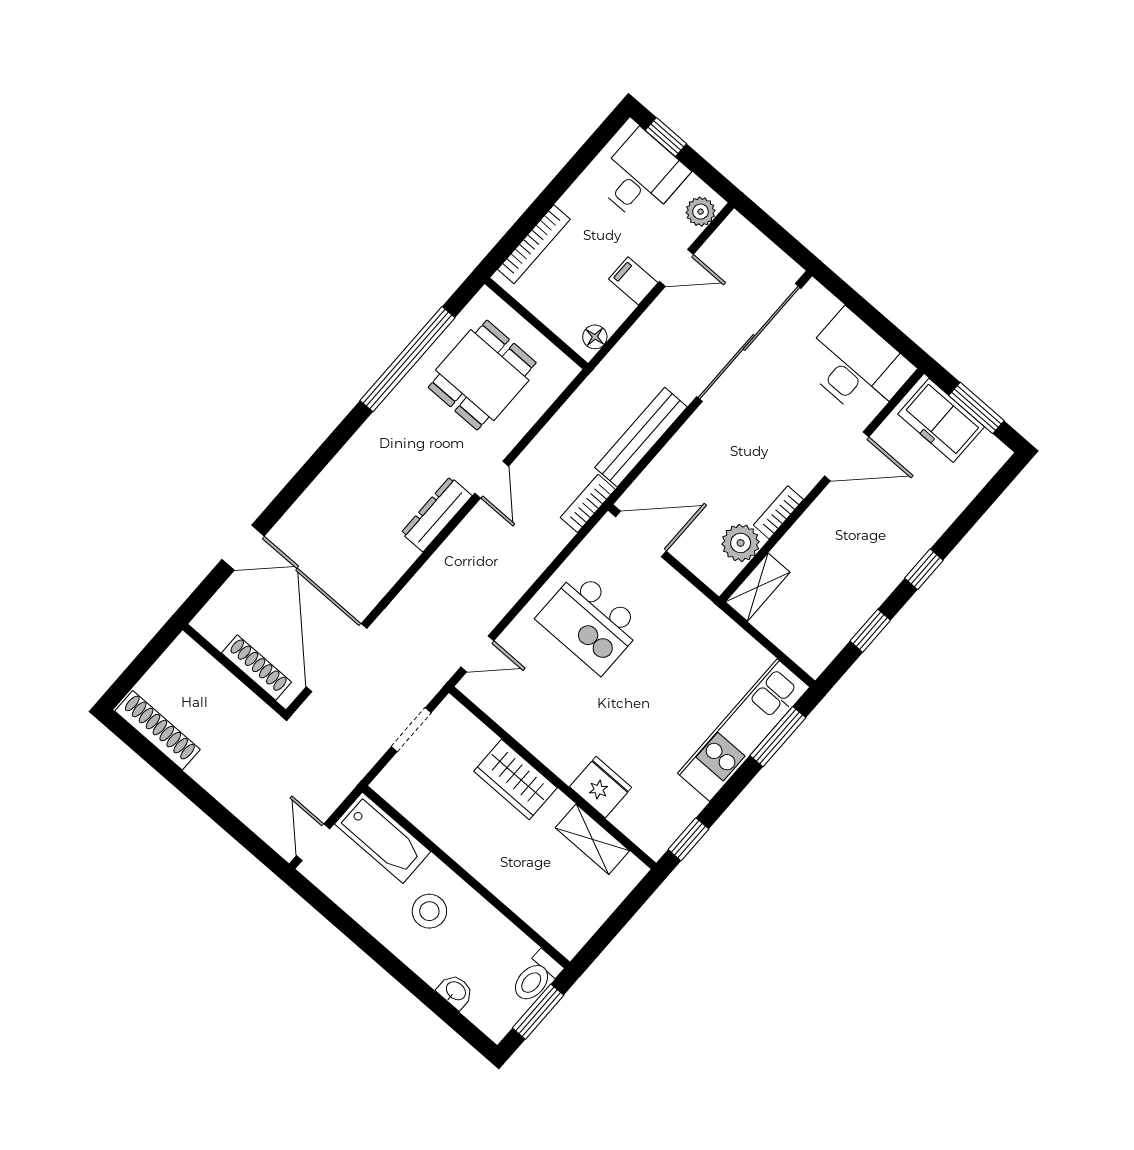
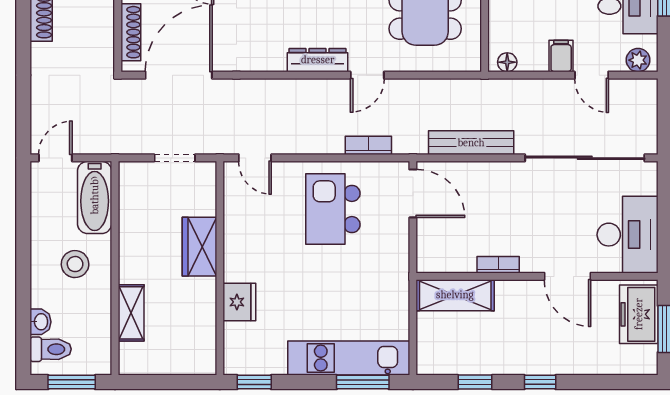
bookcase: (588, 503) -> (368, 145), moved
plant: (741, 543) -> (460, 258), removed
shelving: (758, 587) -> (455, 295), width x1.50, depth x1.33
shelving: (592, 839) -> (131, 313), moved
toilet: (536, 977) -> (51, 349), moved, turned 180

